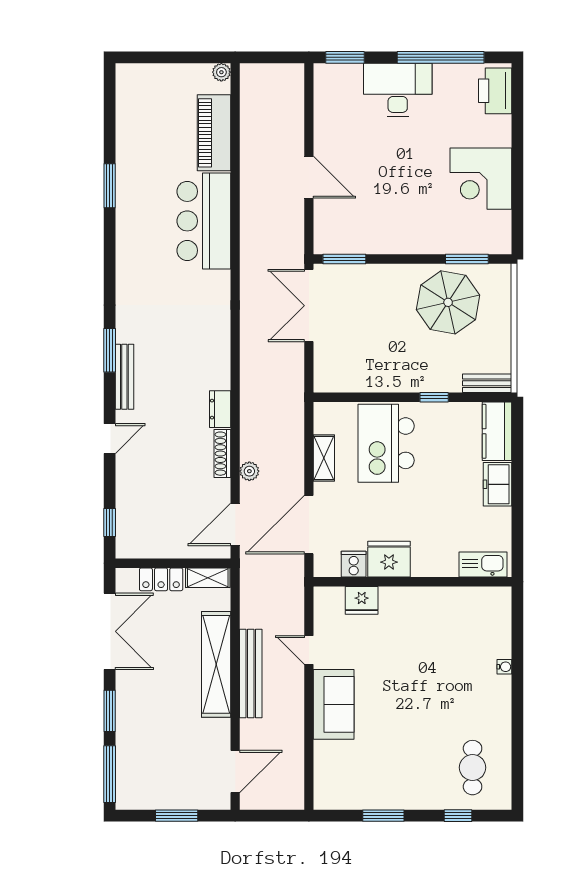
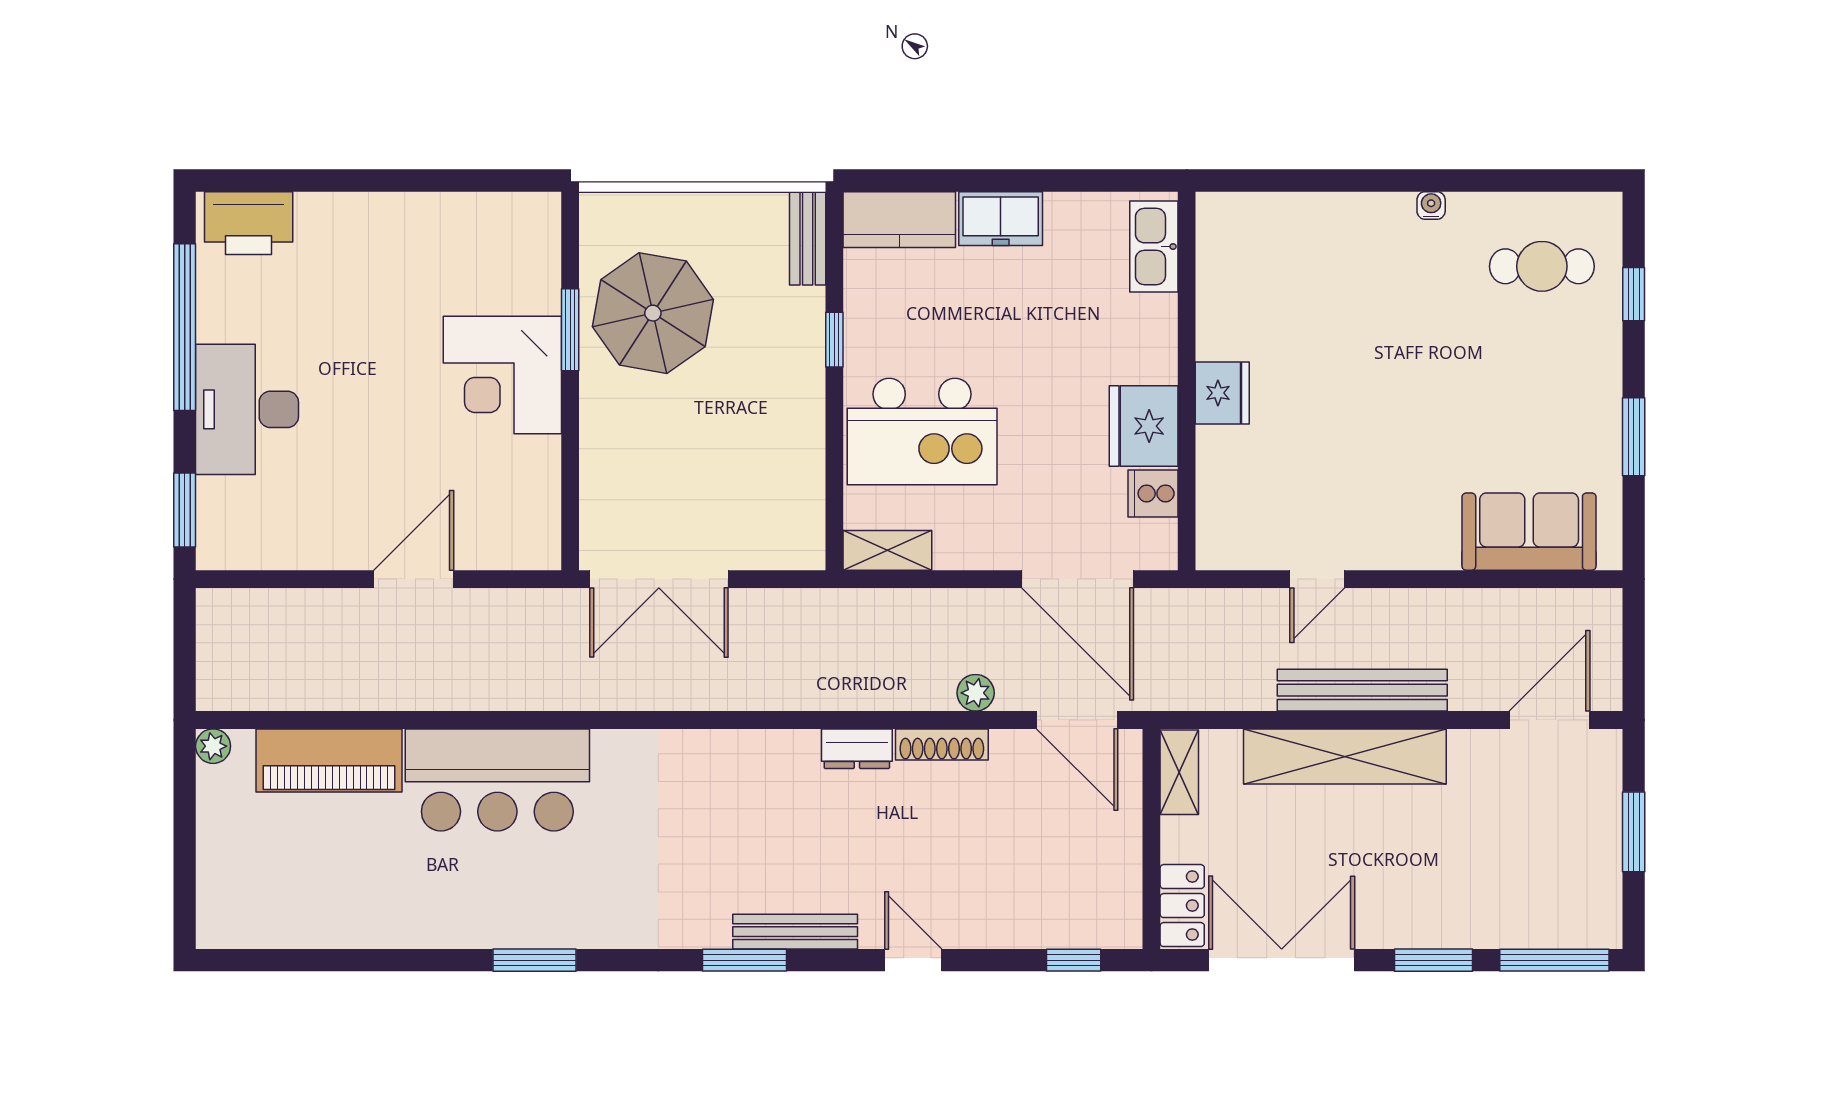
corner desk: (481, 179) -> (502, 375), moved, turned 90
window: (110, 186) -> (534, 960), moved
window: (344, 259) -> (570, 511), removed
window: (467, 259) -> (570, 330), moved
shelving: (324, 458) -> (887, 550), moved
locker: (161, 579) -> (1182, 906), moved
fridge: (362, 600) -> (1222, 393), moved
water cooler: (504, 667) -> (1431, 205), moved
sofa: (334, 704) -> (1529, 532), moved
door: (235, 772) -> (1549, 720), hinge flipped

